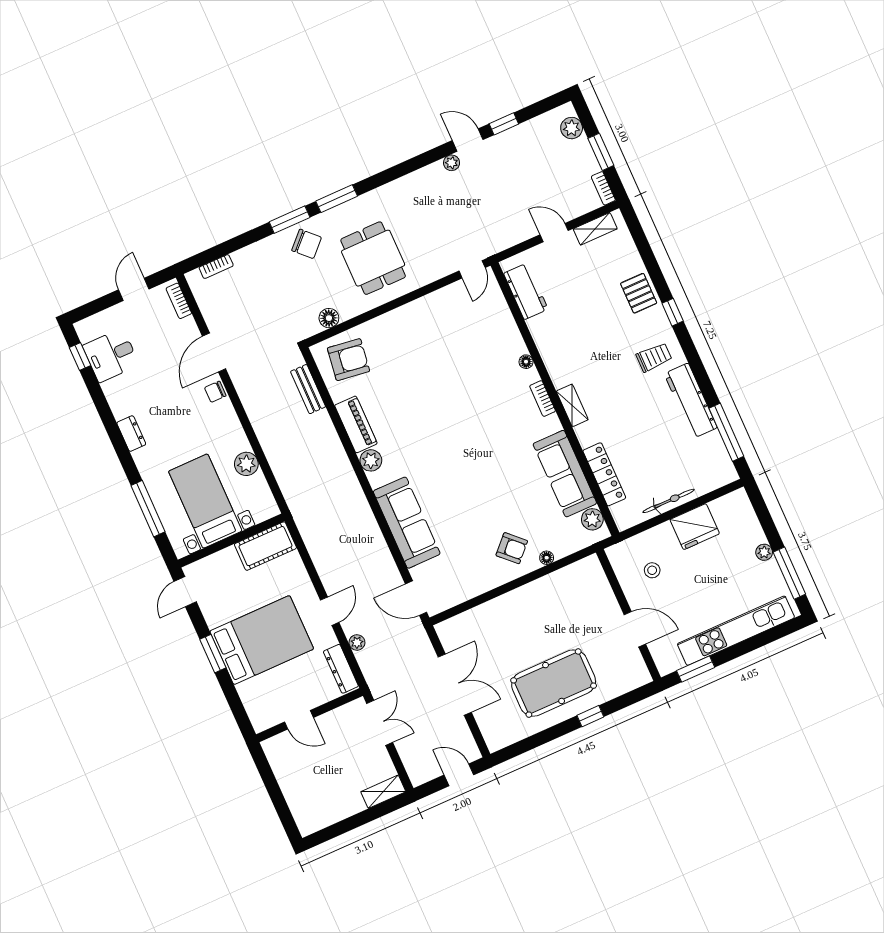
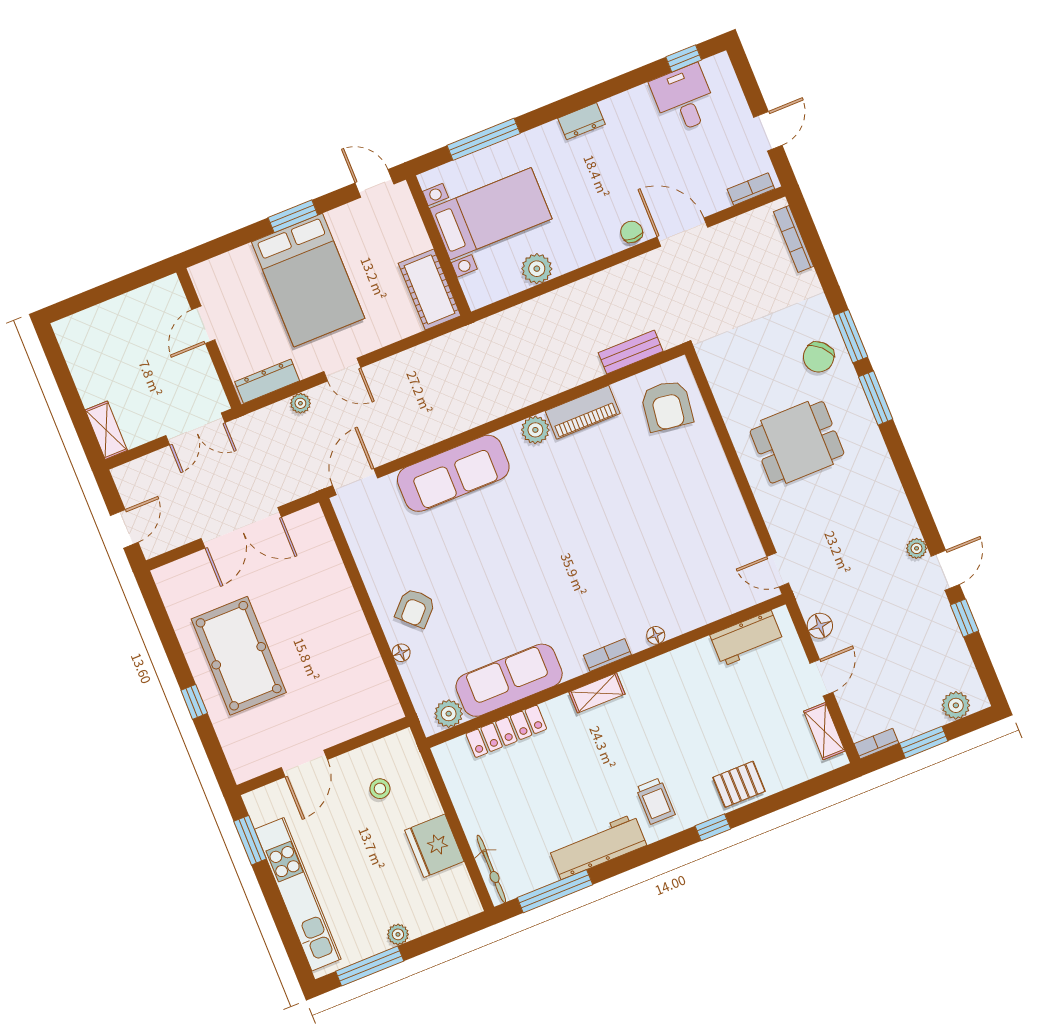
bookcase: (216, 267) -> (794, 239), width x1.56
door: (134, 289) -> (768, 131), hinge flipped
floor lamp: (329, 318) -> (820, 626), moved
bicycle: (669, 501) -> (491, 869), moved

